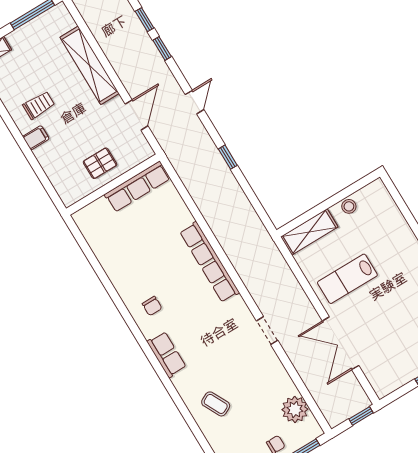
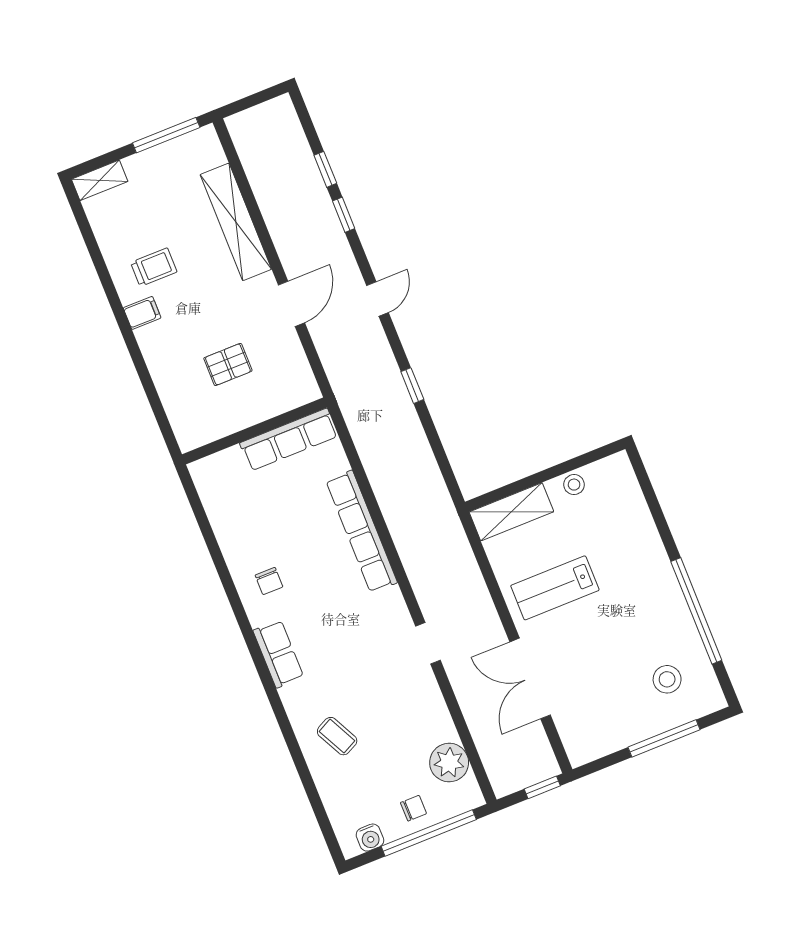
wall: (113, 185) -> (255, 431), moved
row of seats: (137, 187) -> (289, 440), moved

